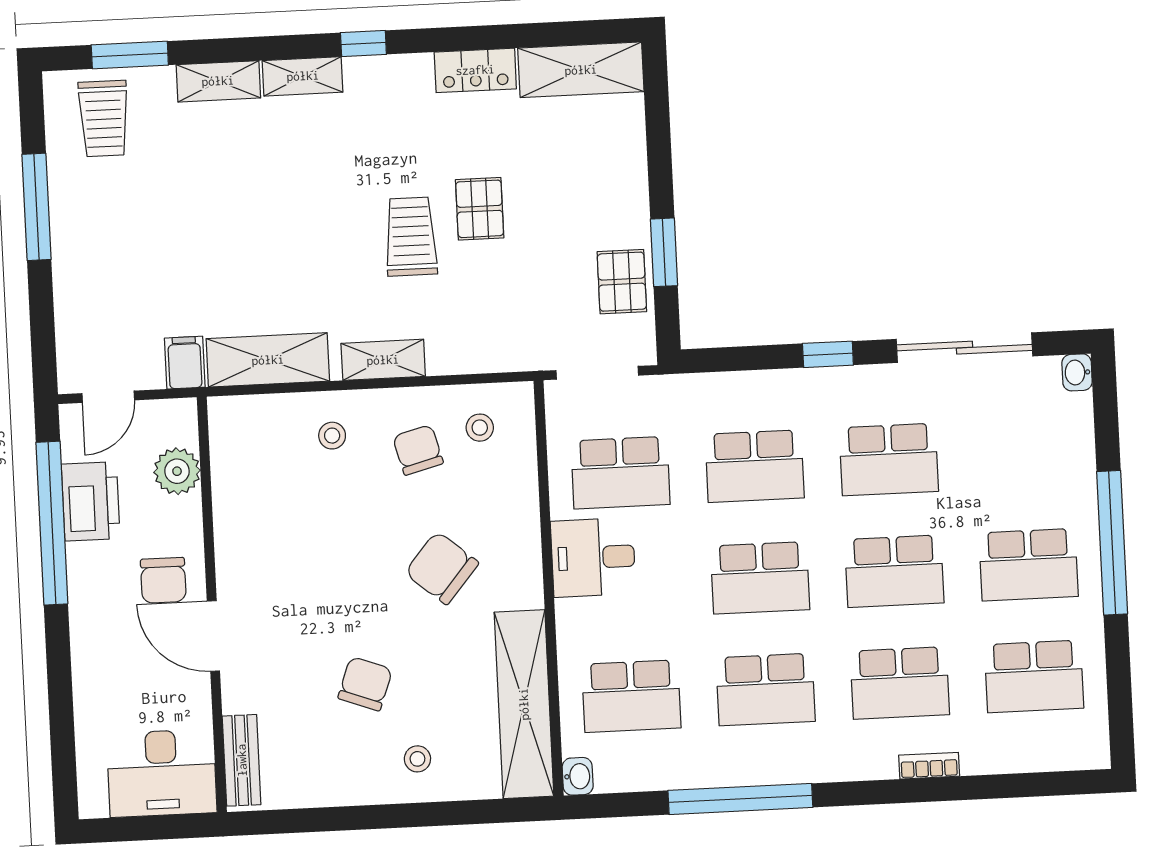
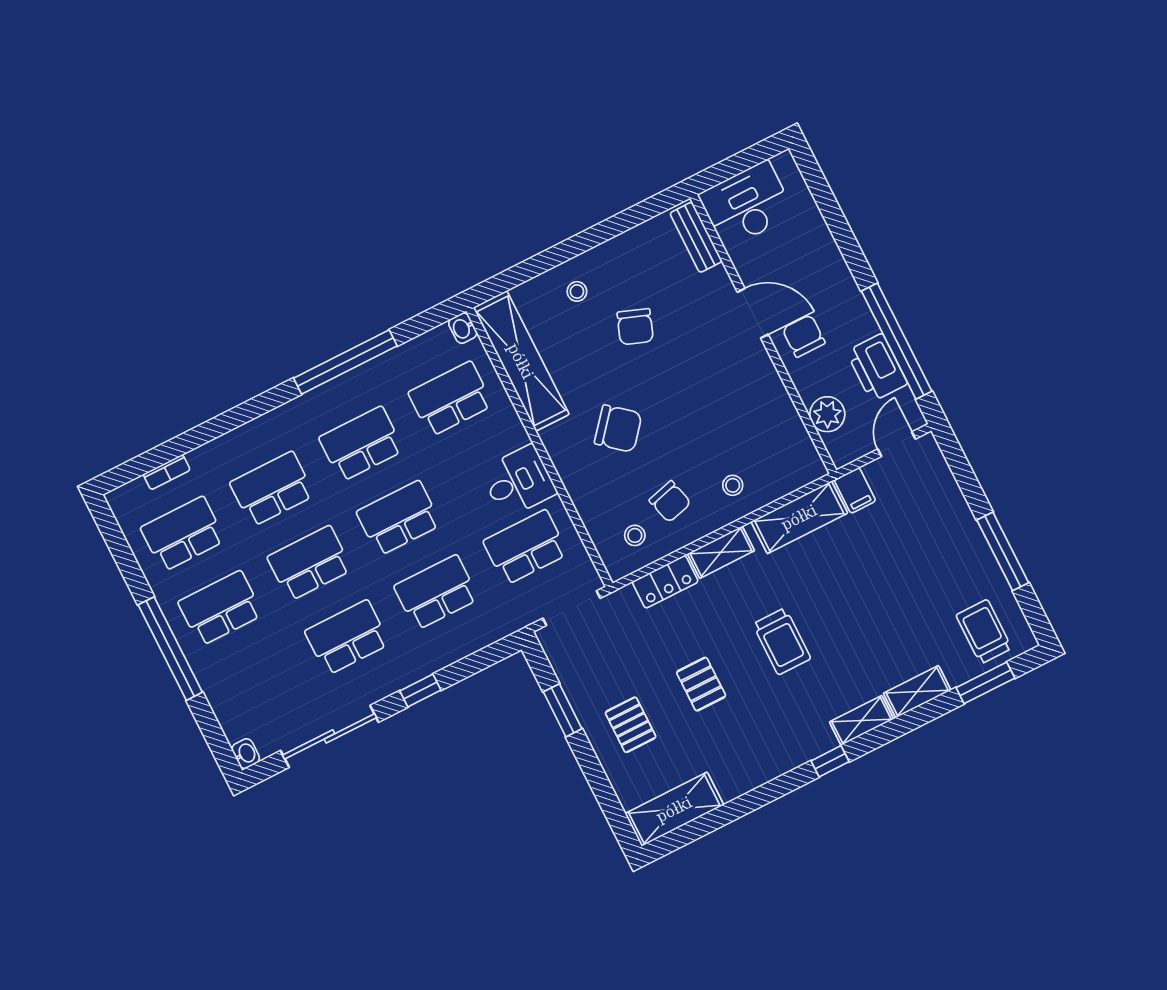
locker: (475, 70) -> (665, 582), moved, turned 180
trolley: (411, 237) -> (782, 641), moved
pallet: (622, 282) -> (631, 725), moved
bookcase: (929, 766) -> (167, 472), moved

